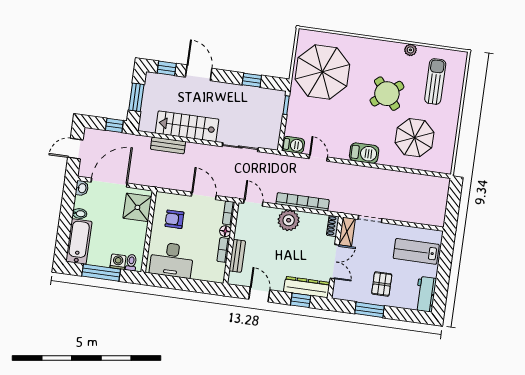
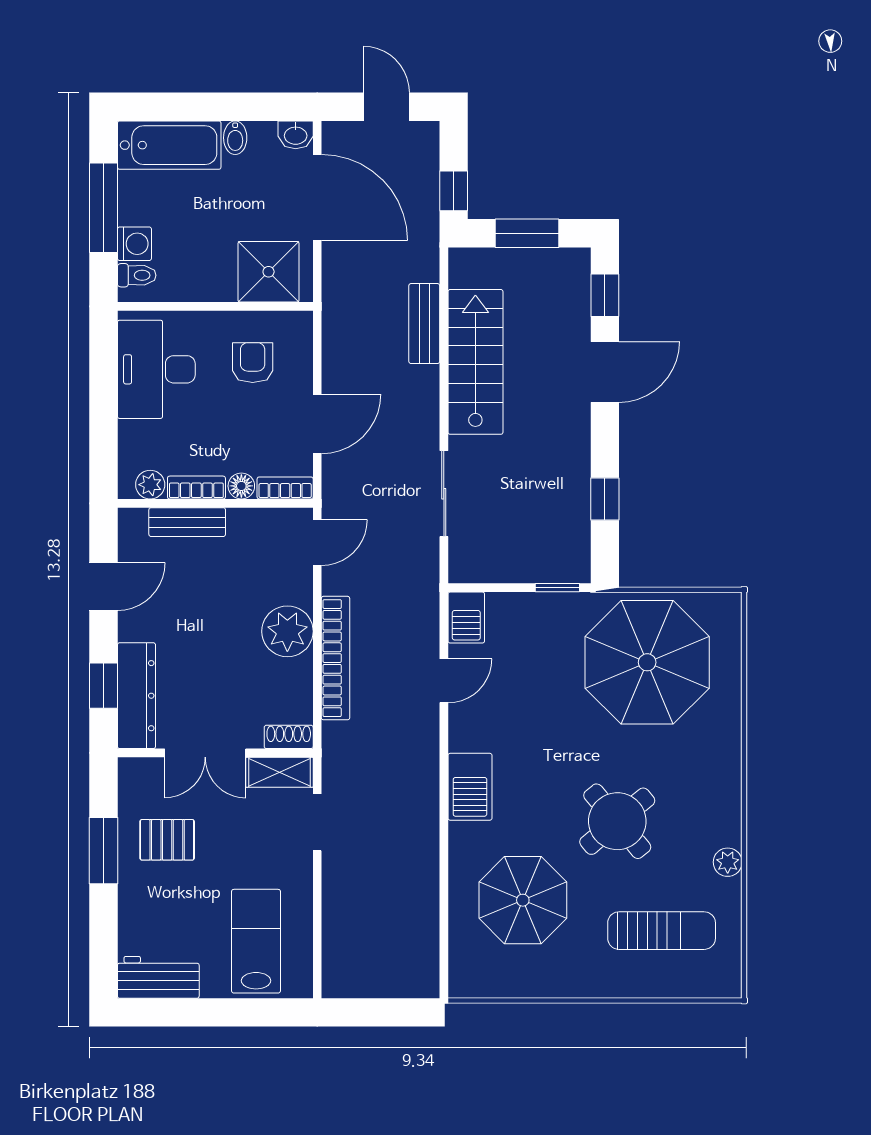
plant: (219, 269) -> (150, 485), added
pallet: (382, 284) -> (167, 840), moved

